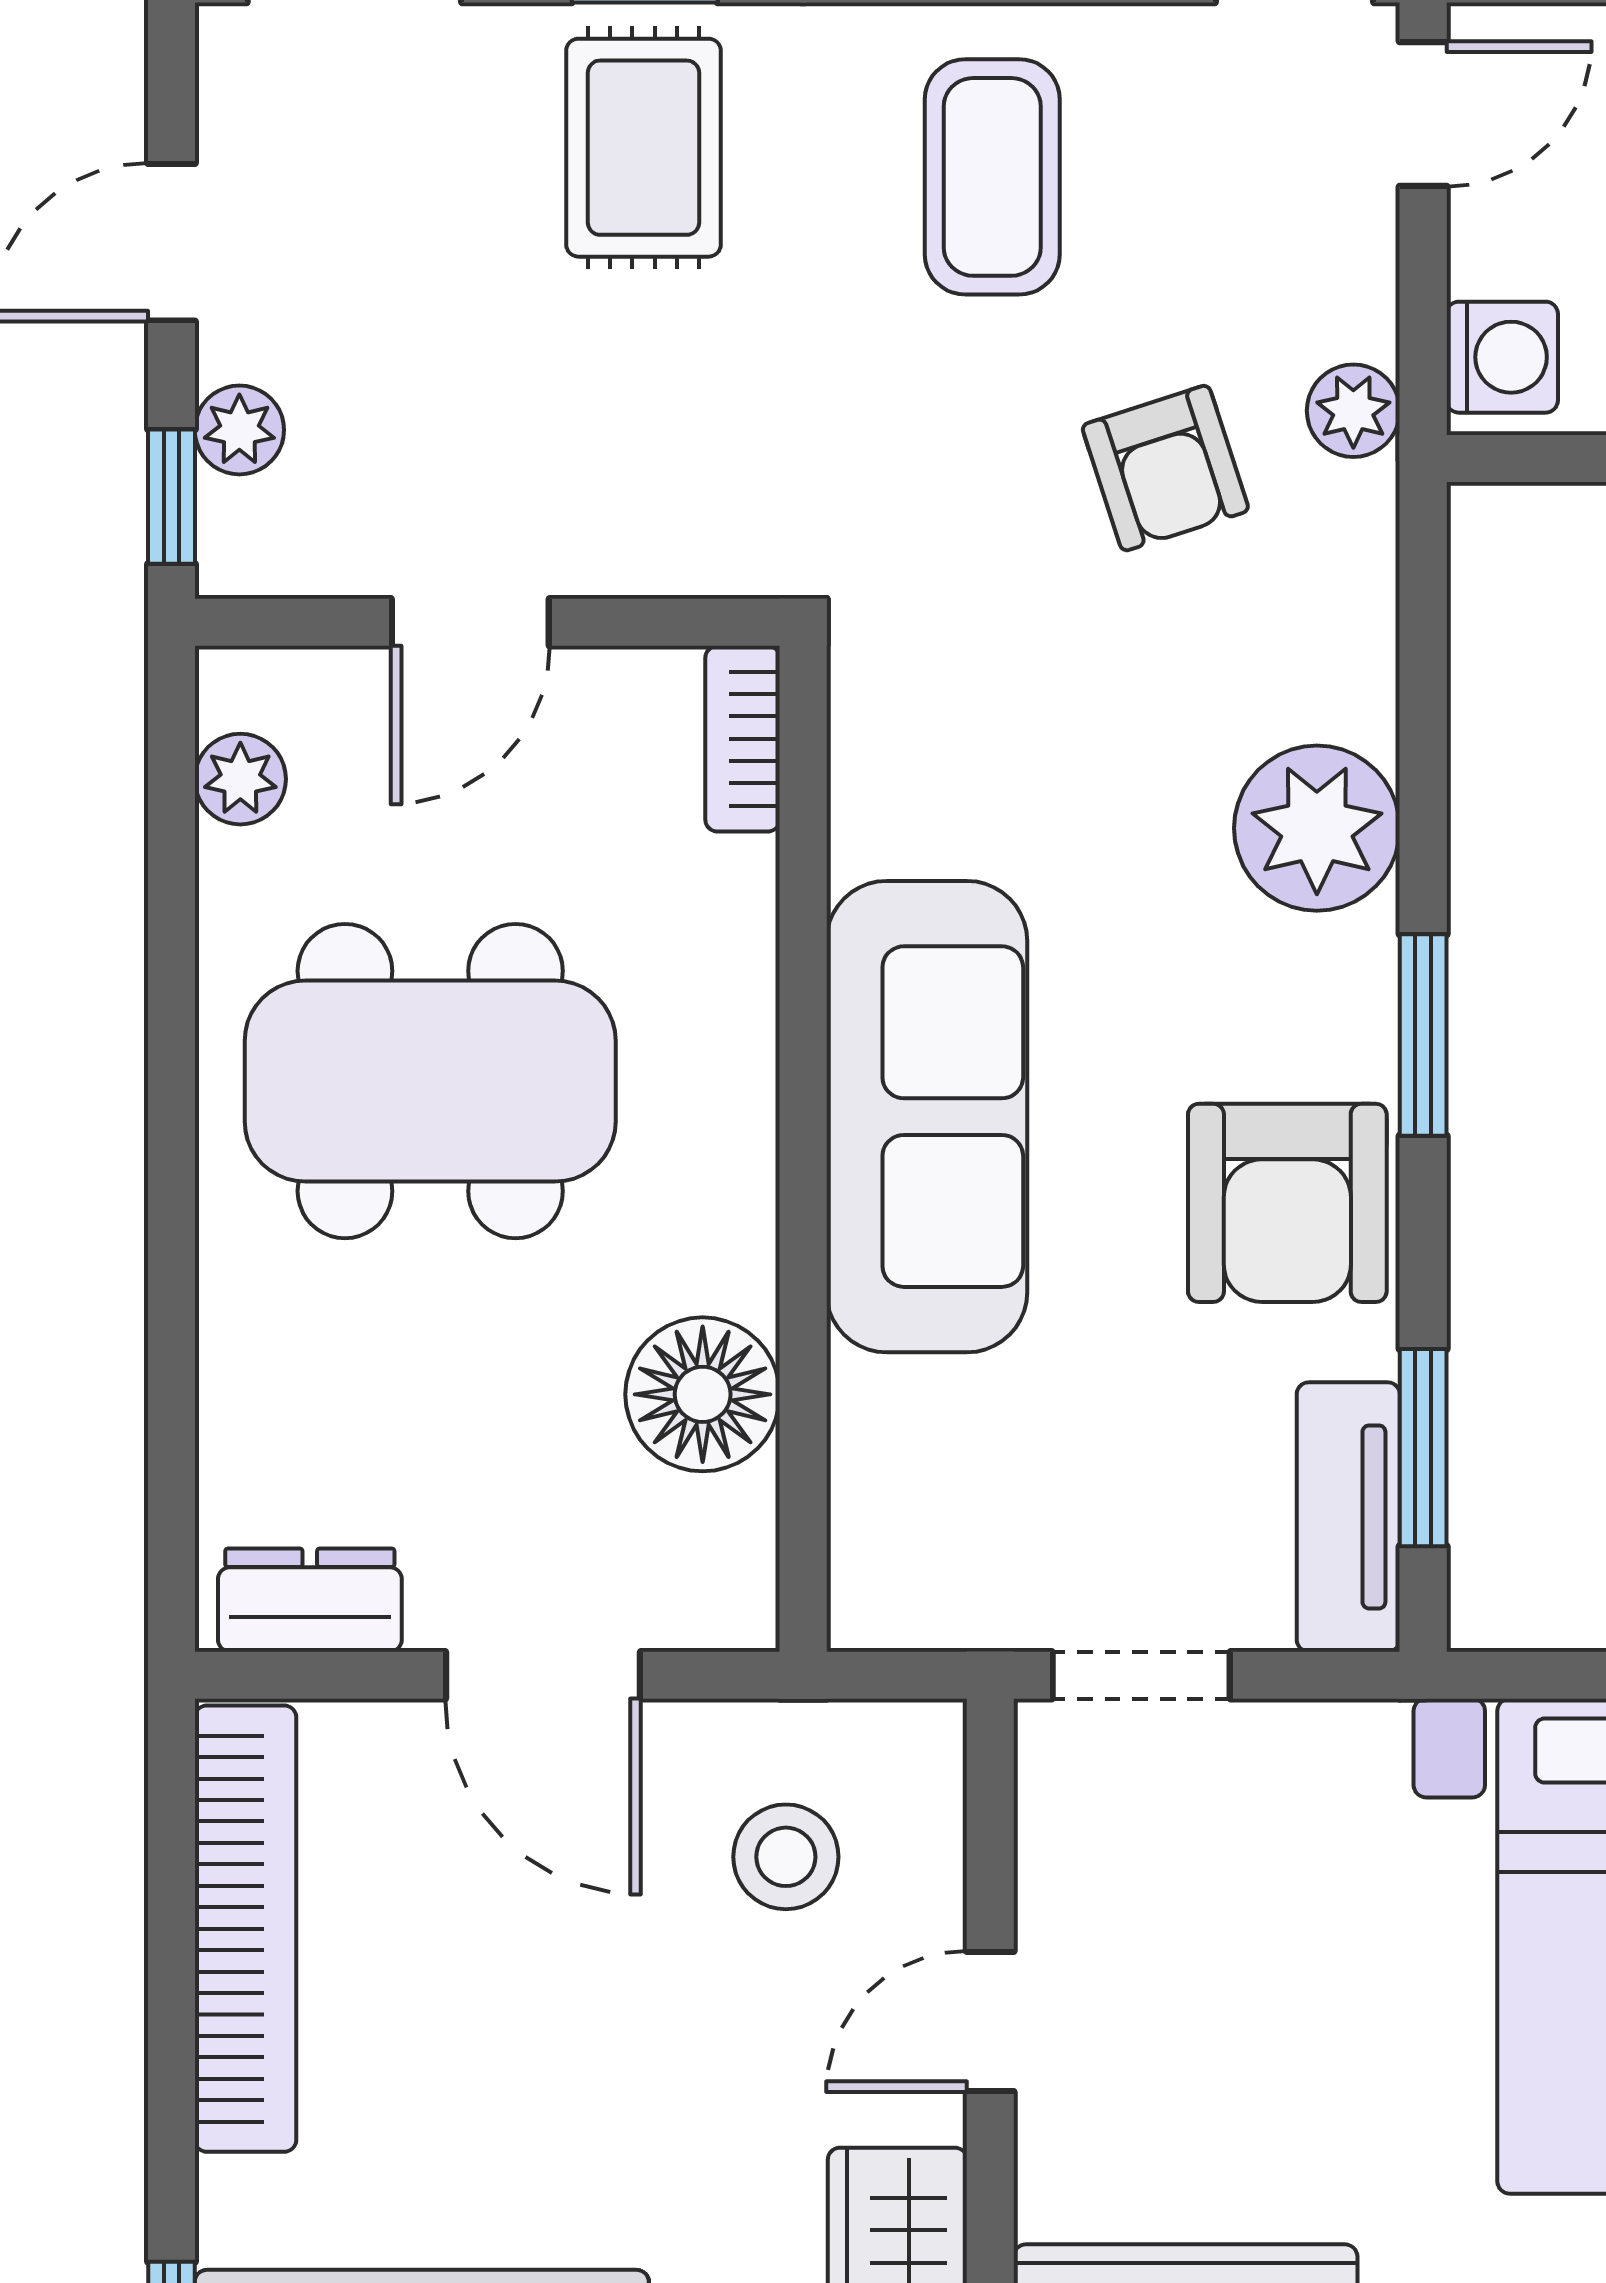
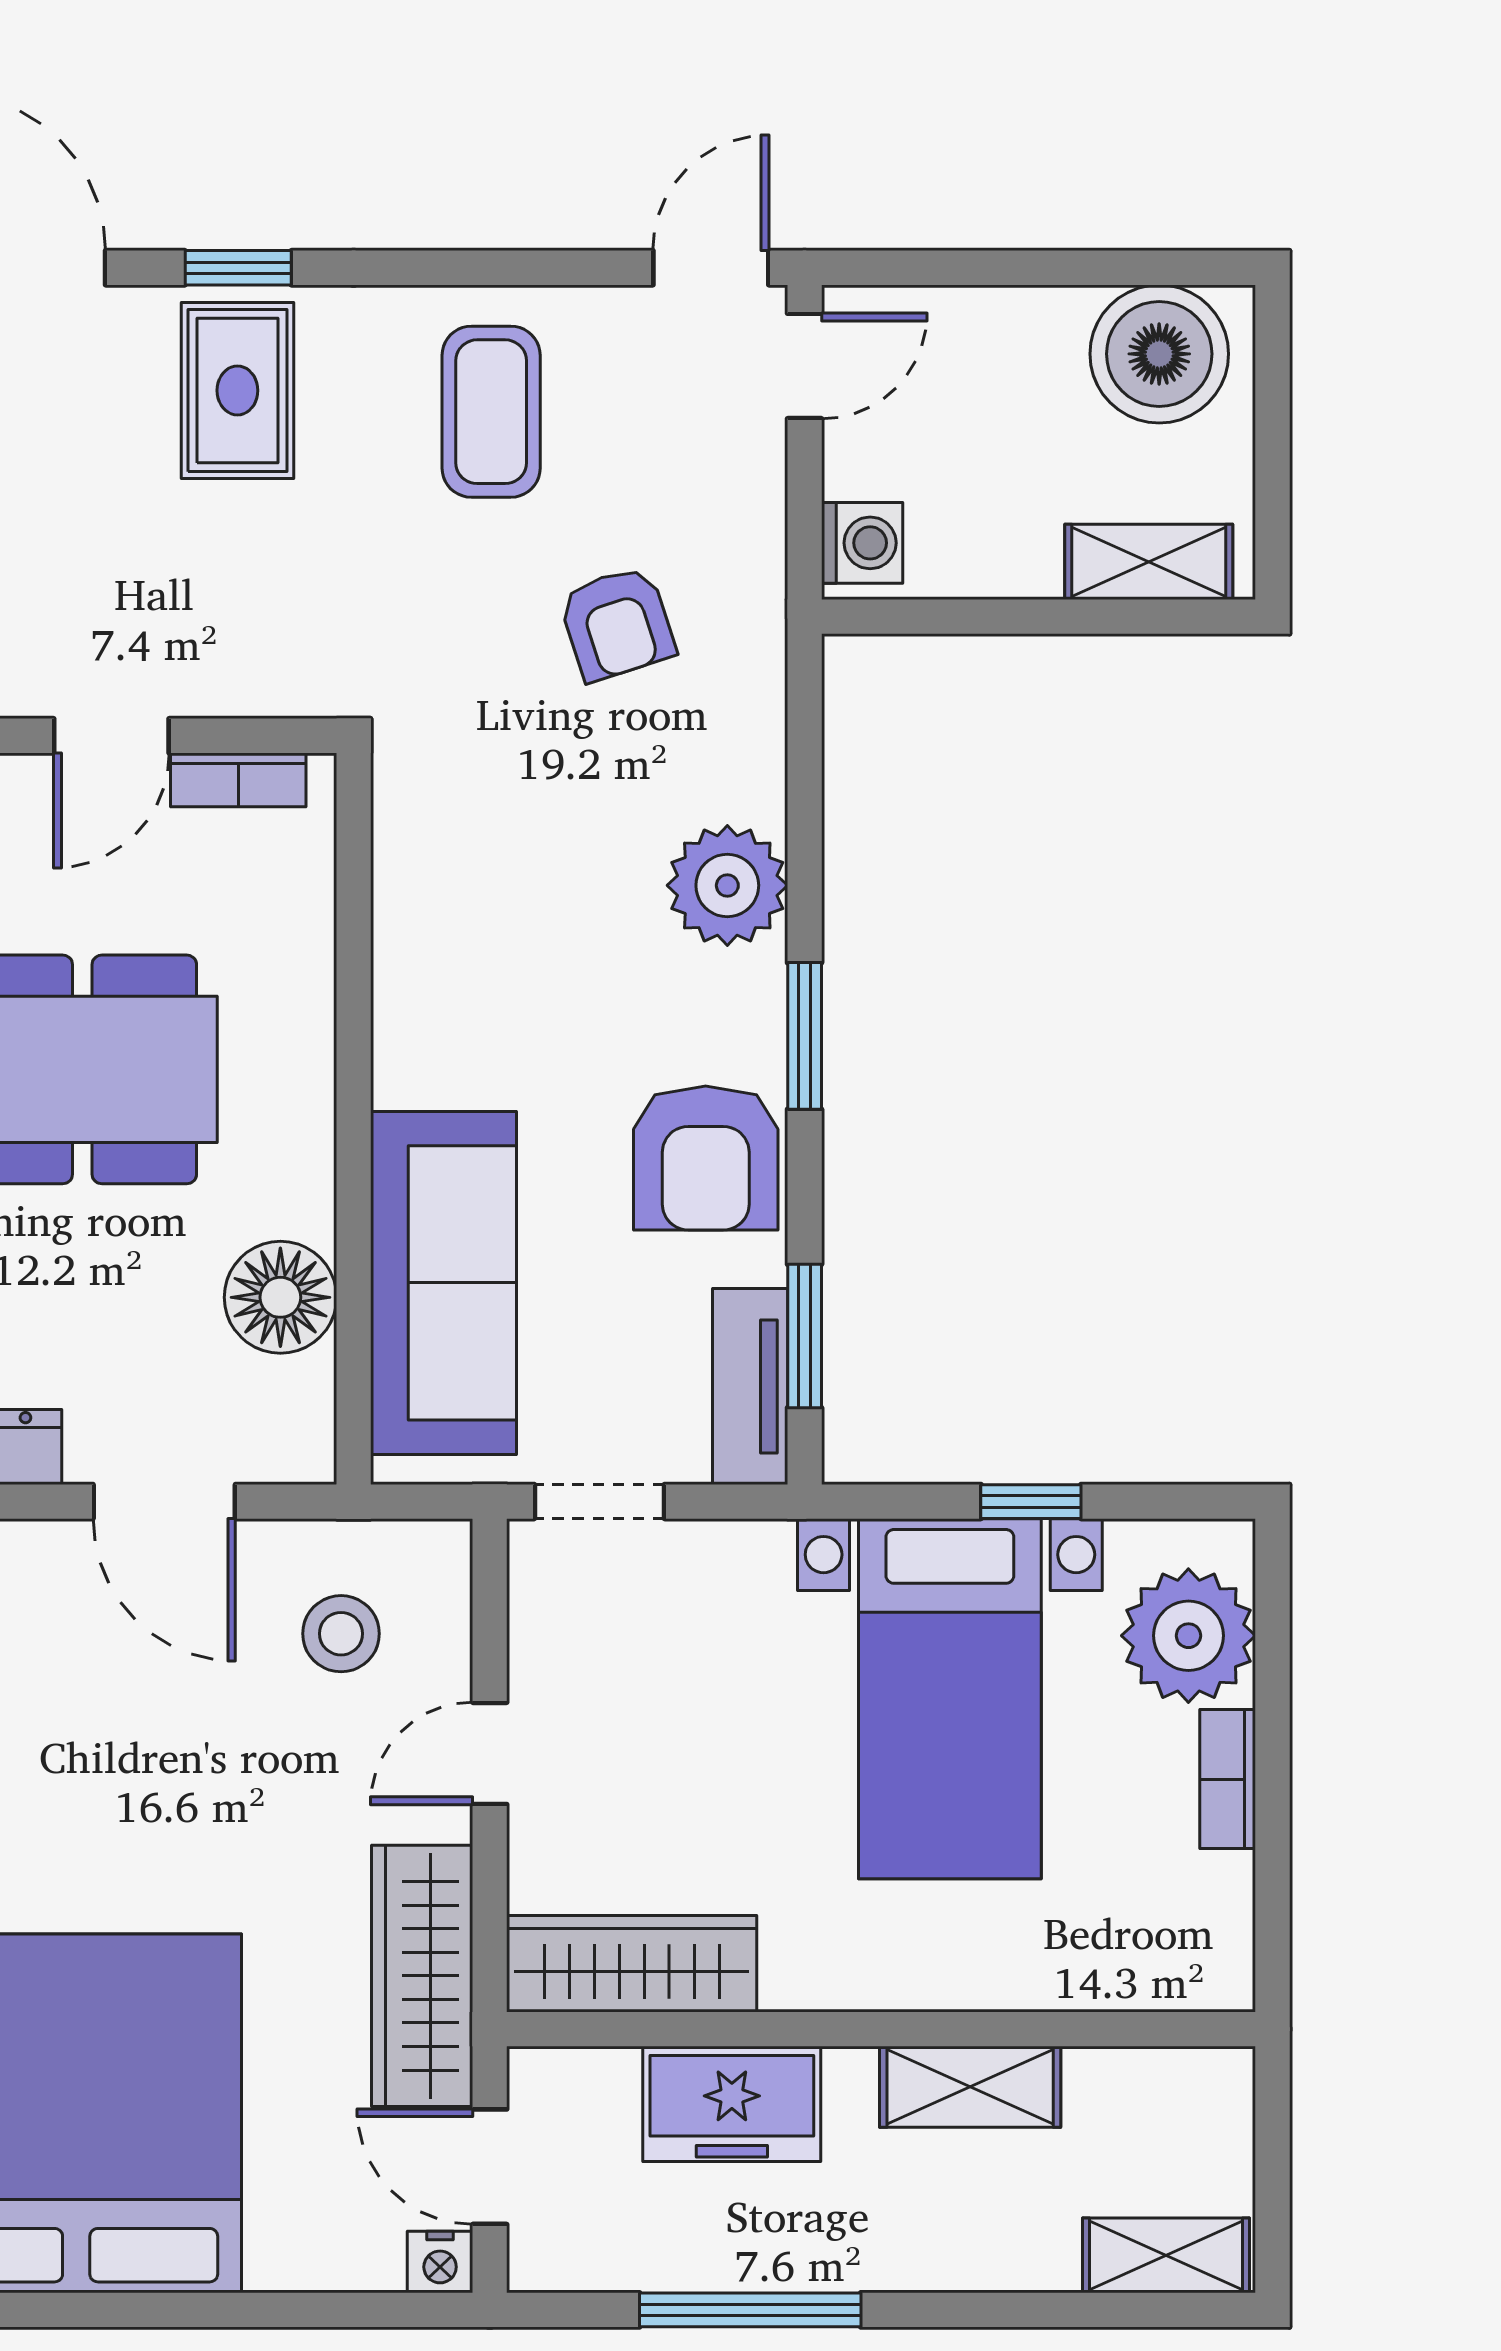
plant: (1353, 411) -> (754, 582), removed
bookcase: (743, 739) -> (238, 780), moved, turned -90
sofa: (927, 1117) -> (443, 1283), moved

